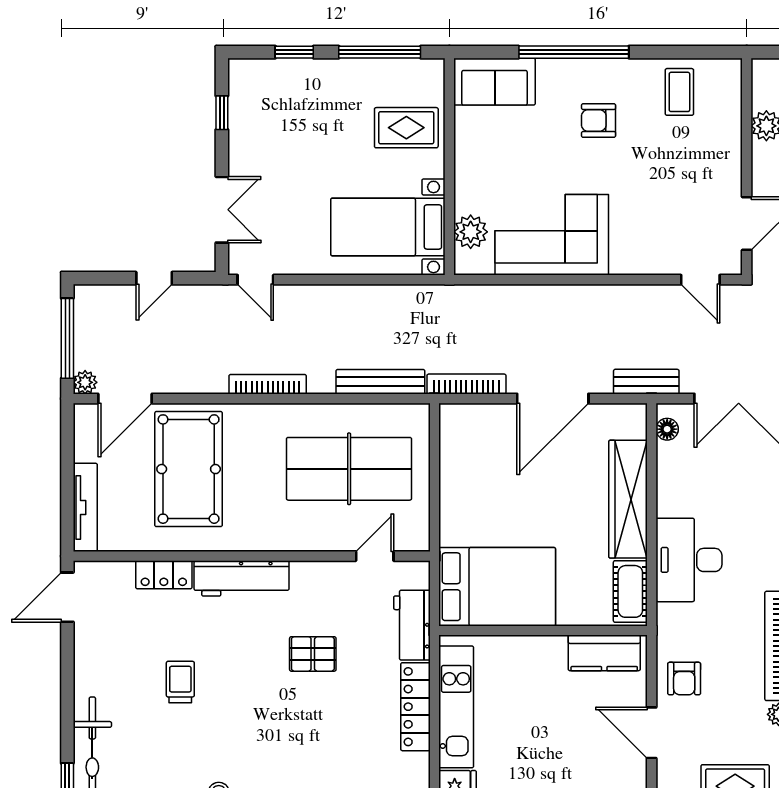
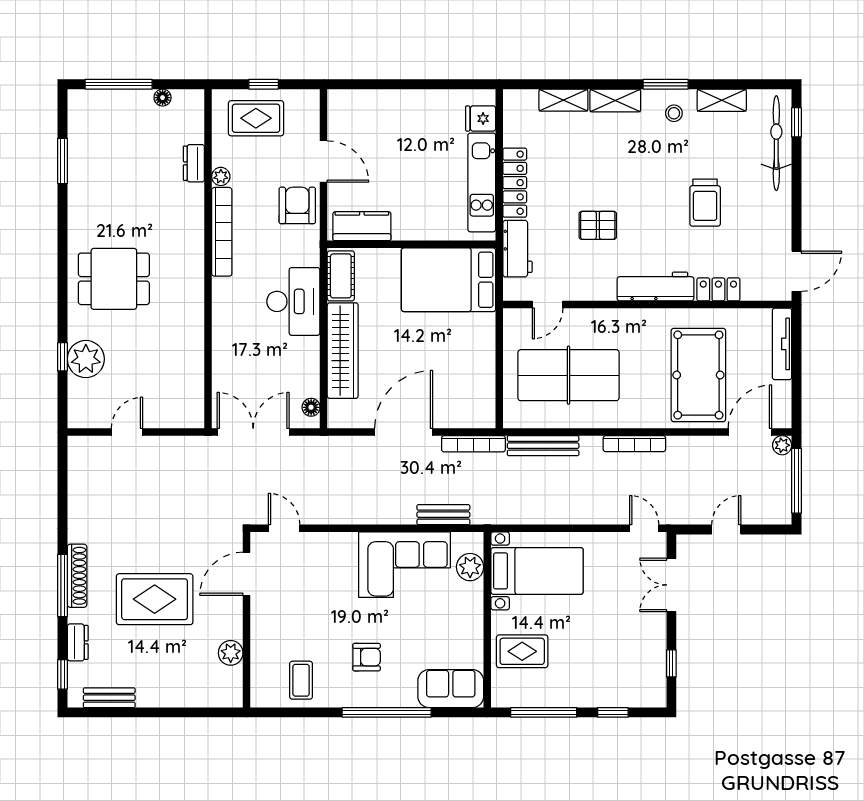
bench: (646, 382) -> (443, 515), moved
armchair: (684, 679) -> (297, 205), width x1.38, depth x1.38
trolley: (180, 682) -> (705, 203), width x1.36, depth x1.39

